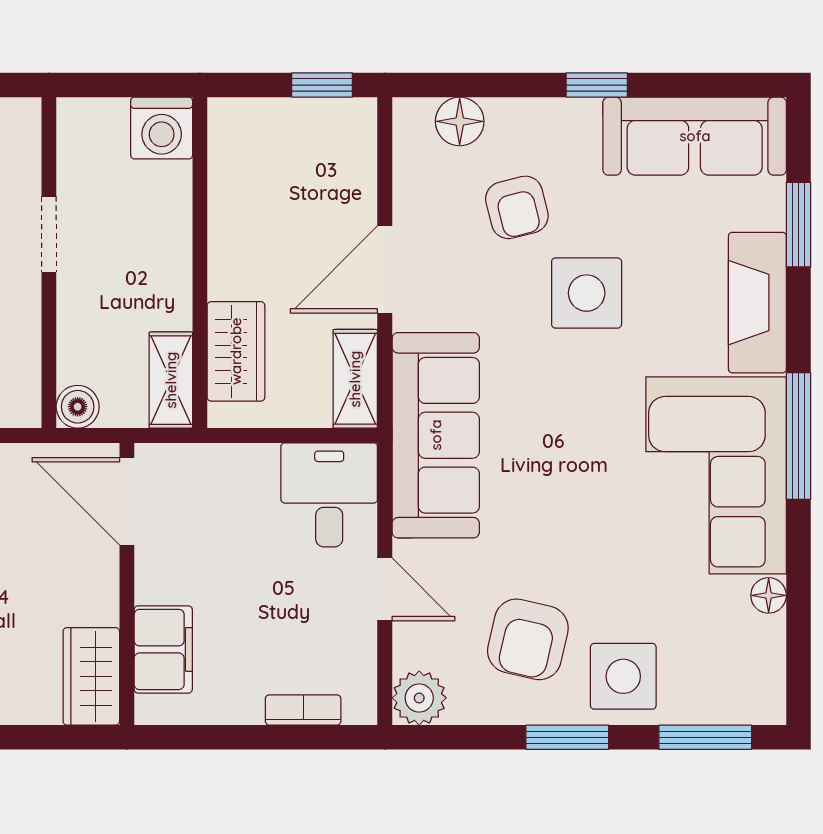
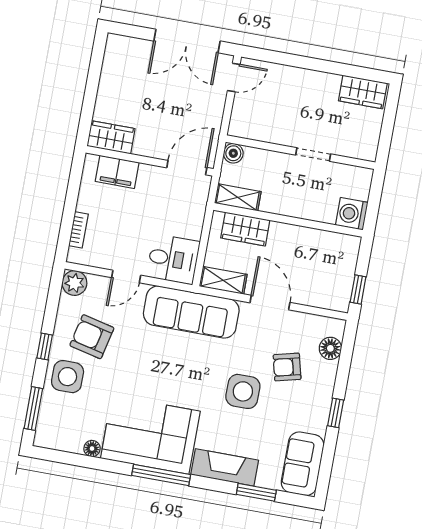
sofa: (695, 136) -> (303, 464), width x0.73
window: (567, 737) -> (45, 346), width x0.67

